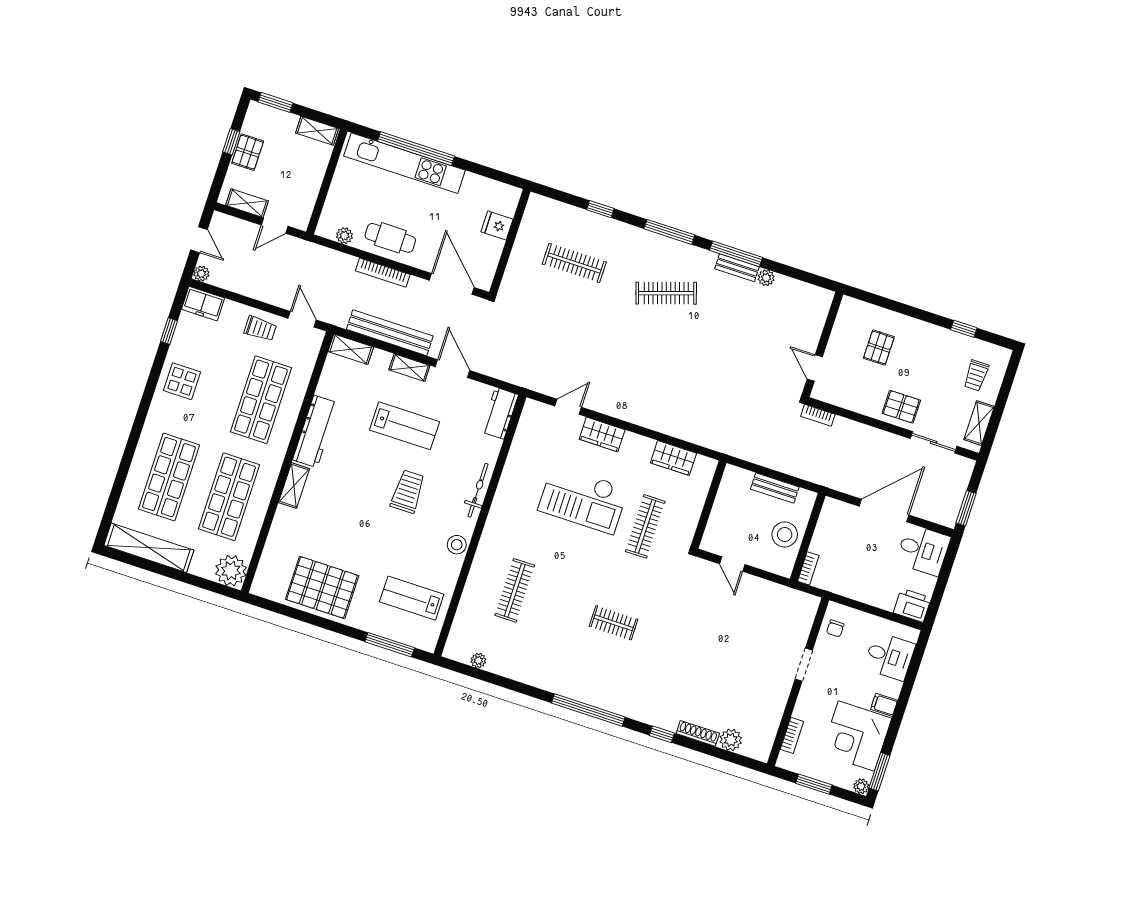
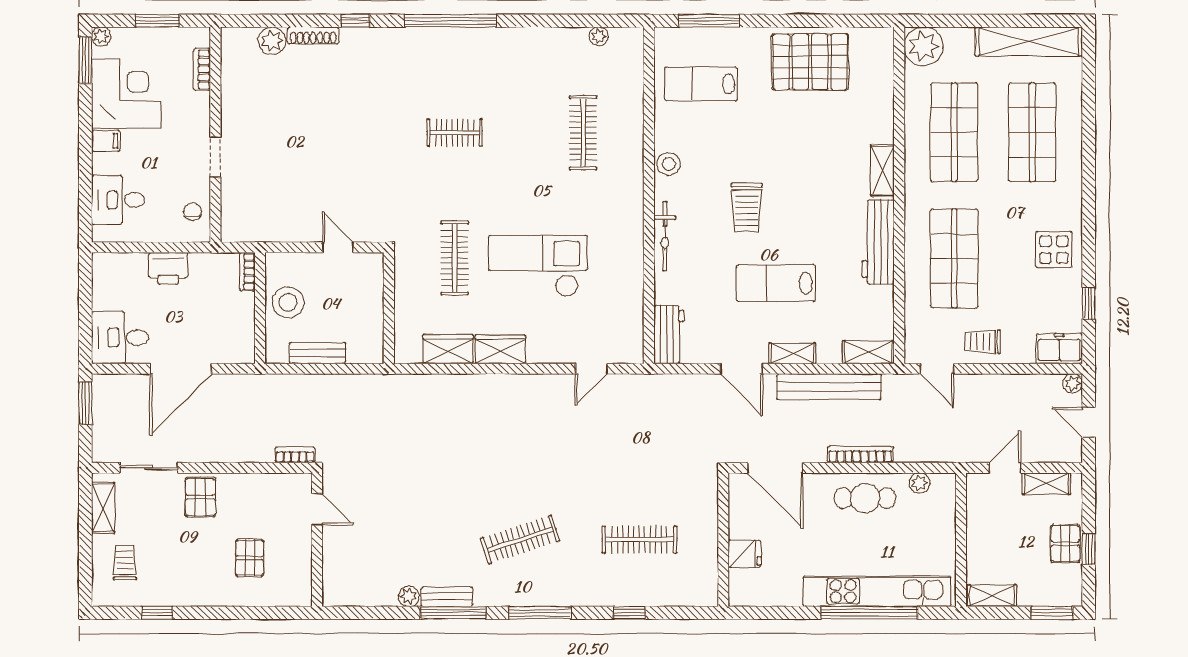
pallet: (901, 407) -> (200, 497), turned 90
wardrobe: (602, 434) -> (500, 349), moved
lab bench: (412, 598) -> (701, 84), turned 180
printer: (912, 605) -> (168, 268), moved

